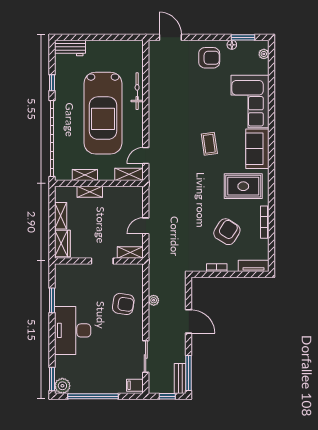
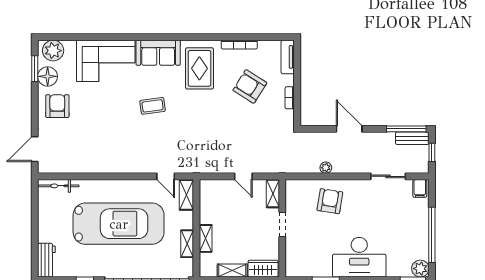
floor lamp: (232, 45) -> (48, 76), width x1.89, depth x1.89
plant: (264, 54) -> (53, 51), width x1.88, depth x1.88
bicycle: (137, 91) -> (58, 186), moved
door: (189, 321) -> (349, 129), hinge flipped

